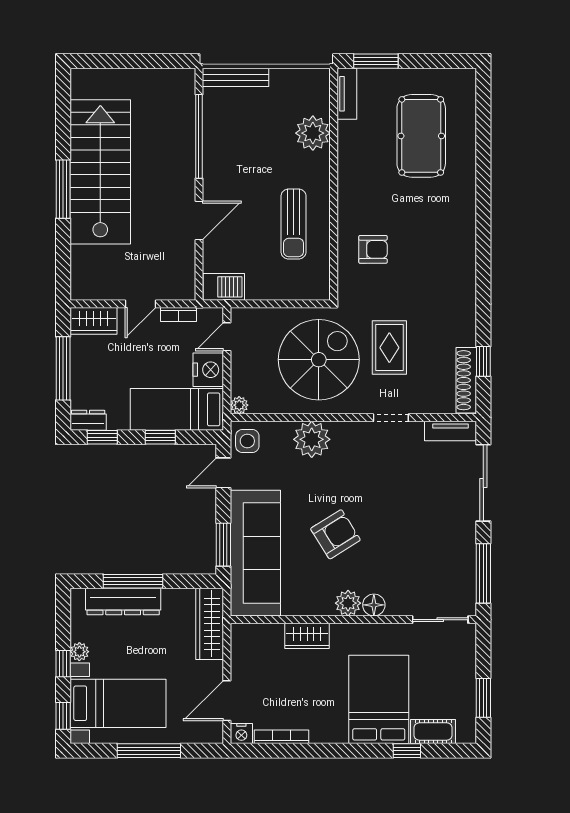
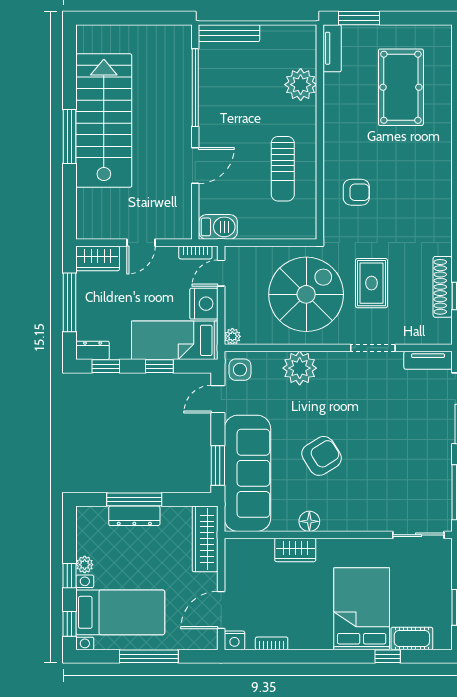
bookcase: (179, 314) -> (195, 252), moved
shoe rack: (466, 380) -> (443, 287), moved
doorway: (391, 418) -> (373, 348), width x1.38
dresser: (123, 602) -> (134, 516), width x0.73, depth x0.80
plant: (348, 603) -> (333, 520), removed
floor lamp: (374, 605) -> (309, 521), moved
bookcase: (281, 737) -> (272, 643), width x0.64

